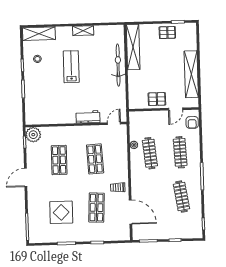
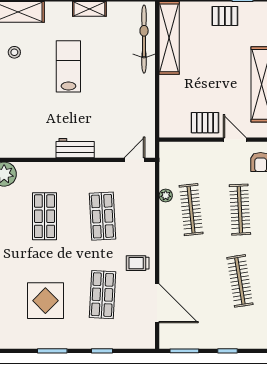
bicycle: (118, 65) -> (144, 39), moved
door: (176, 109) -> (235, 140), swing flipped
workbench: (88, 117) -> (75, 148), moved

